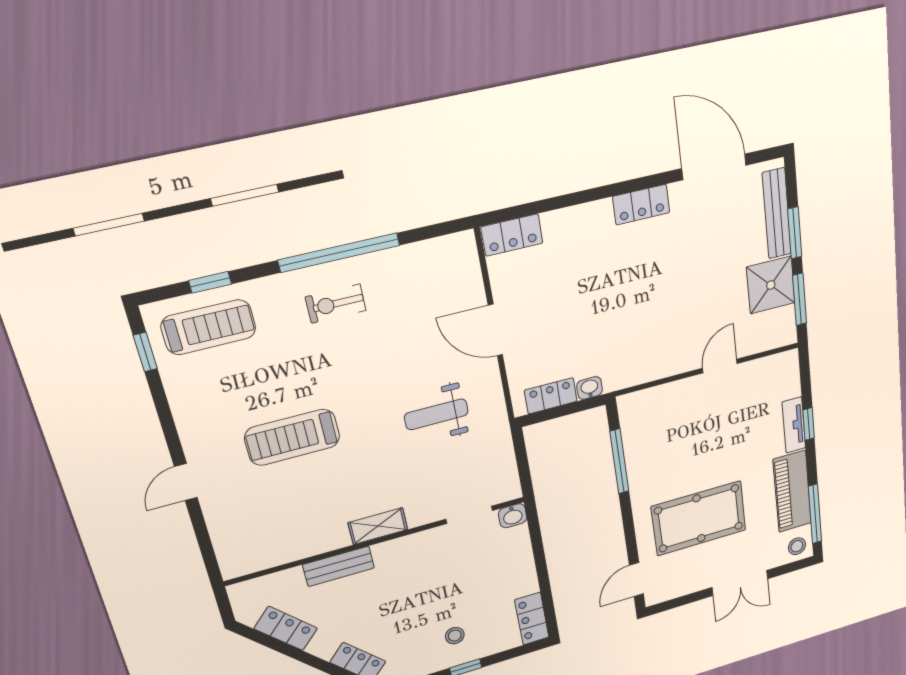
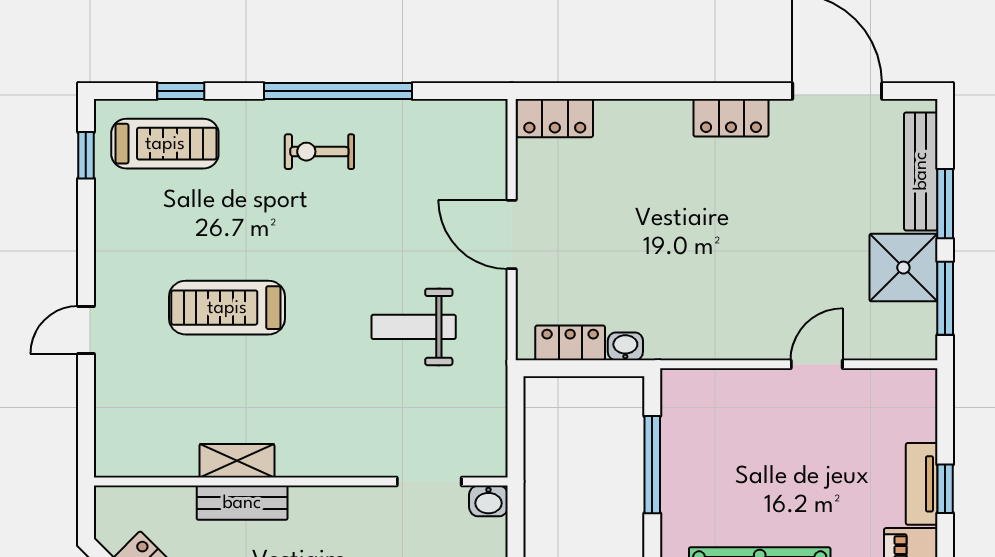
shelving: (378, 526) -> (237, 461), moved

